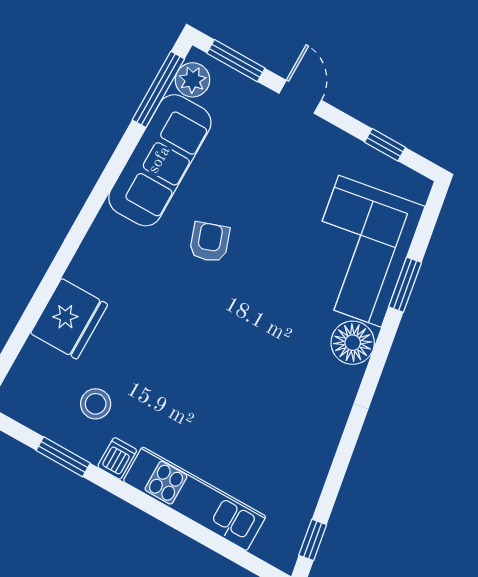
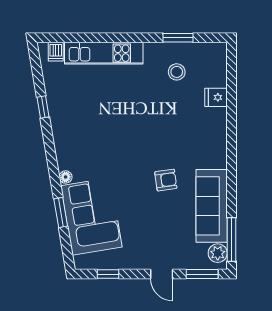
armchair: (209, 242) -> (166, 180), turned -79
fridge: (69, 319) -> (216, 97), width x0.53, depth x0.75
floor lamp: (353, 343) -> (66, 177), width x0.53, depth x0.53
dishwasher: (117, 458) -> (56, 52), moved
window: (313, 540) -> (43, 107), moved

